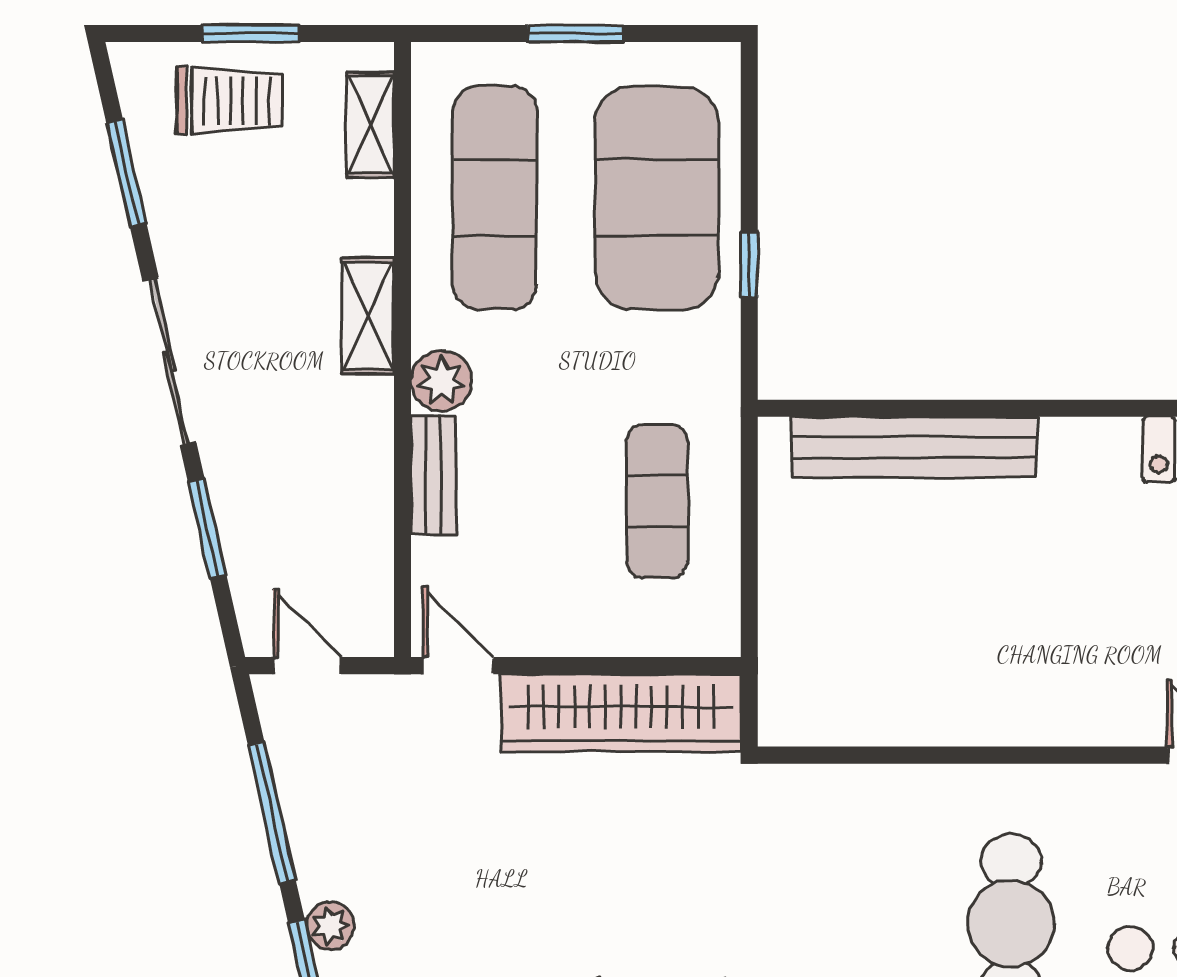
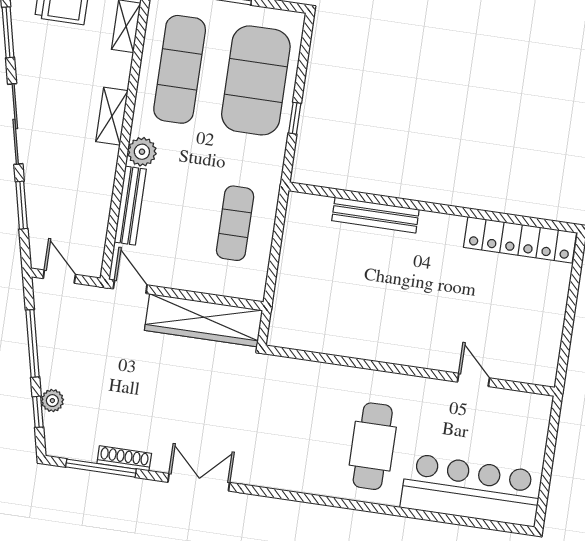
bench: (914, 447) -> (375, 215), width x0.73, depth x0.82
bench: (433, 475) -> (130, 206), width x1.36

